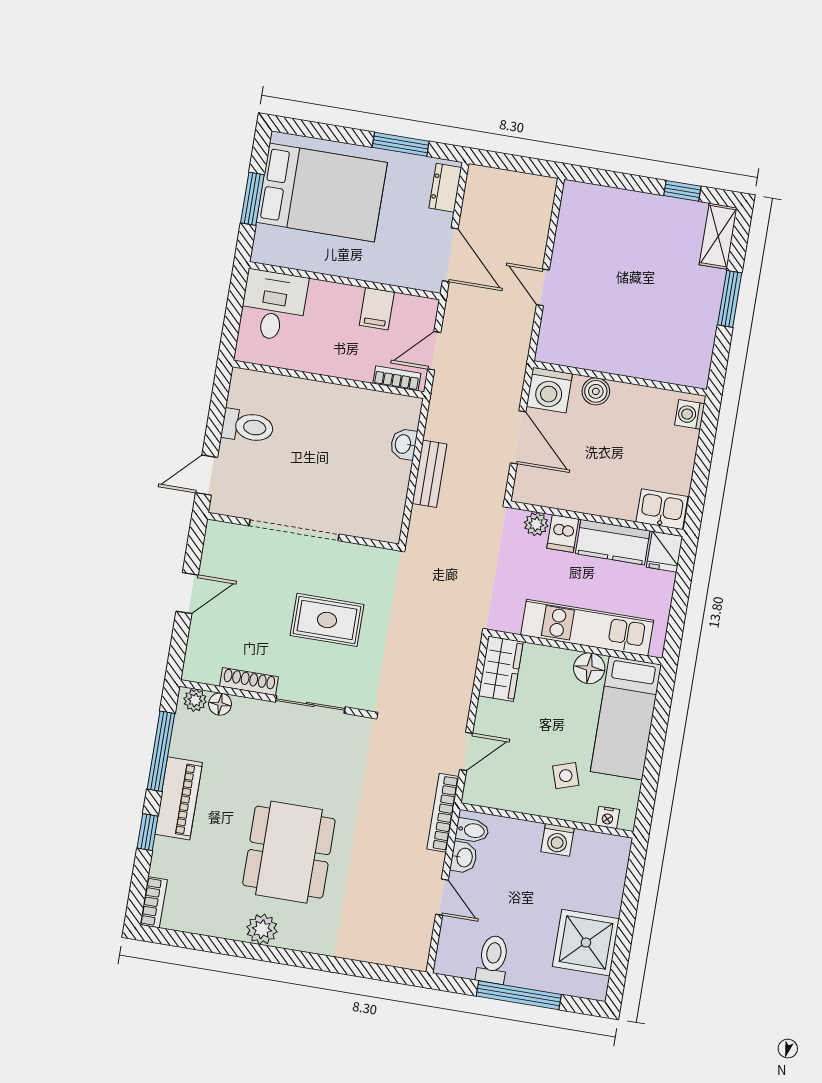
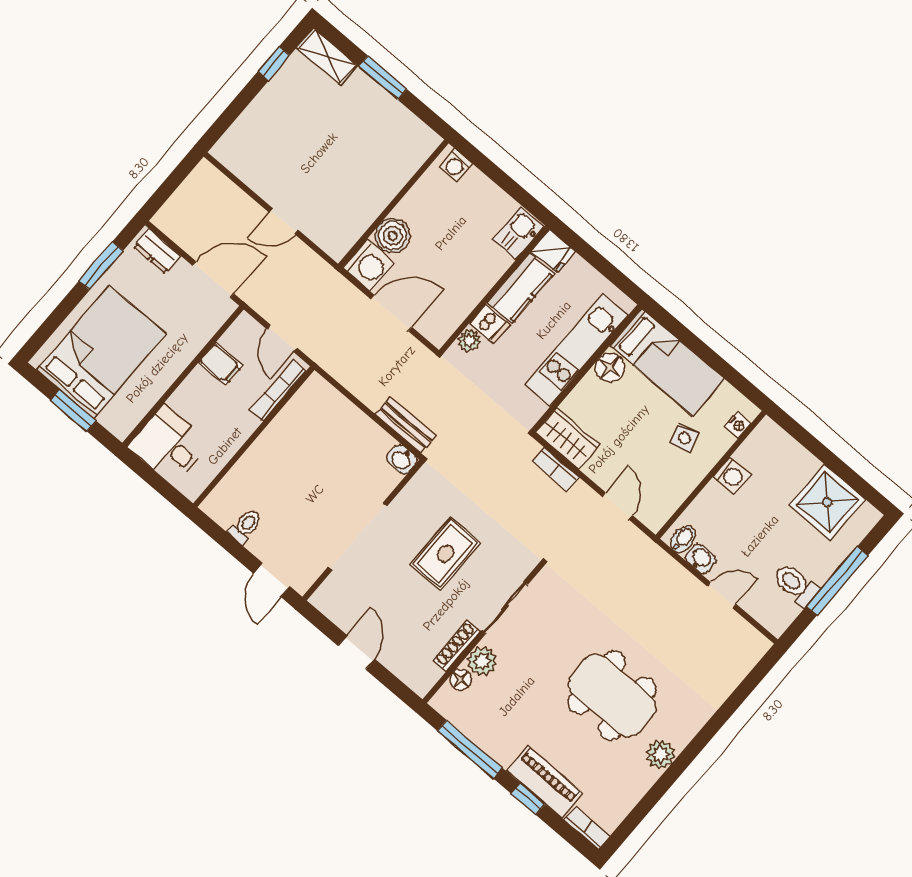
bookcase: (397, 378) -> (278, 391), width x1.56
boiler: (596, 391) -> (393, 236), width x1.36, depth x1.36
toilet: (248, 426) -> (245, 526), width x0.73, depth x0.72
washbasin: (404, 444) -> (402, 459), moved
bench: (429, 474) -> (406, 425), moved
plant: (195, 700) -> (482, 661), moved, width x1.38, depth x1.38
piano: (179, 798) -> (545, 782), moved
bookcase: (443, 813) -> (556, 469), moved, width x0.64

